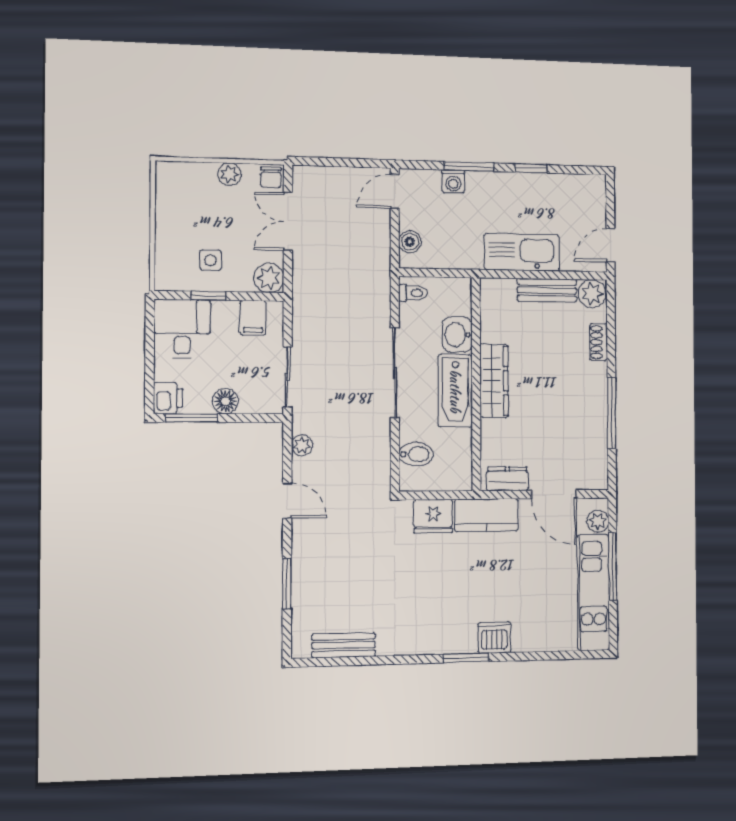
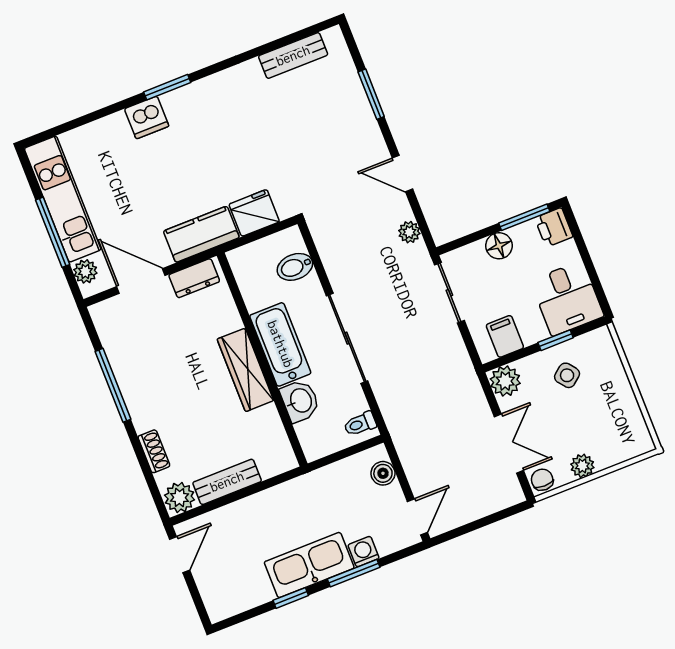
kitchen sink: (522, 252) -> (309, 565), moved, turned 180
side table: (211, 260) -> (567, 375), turned -38

